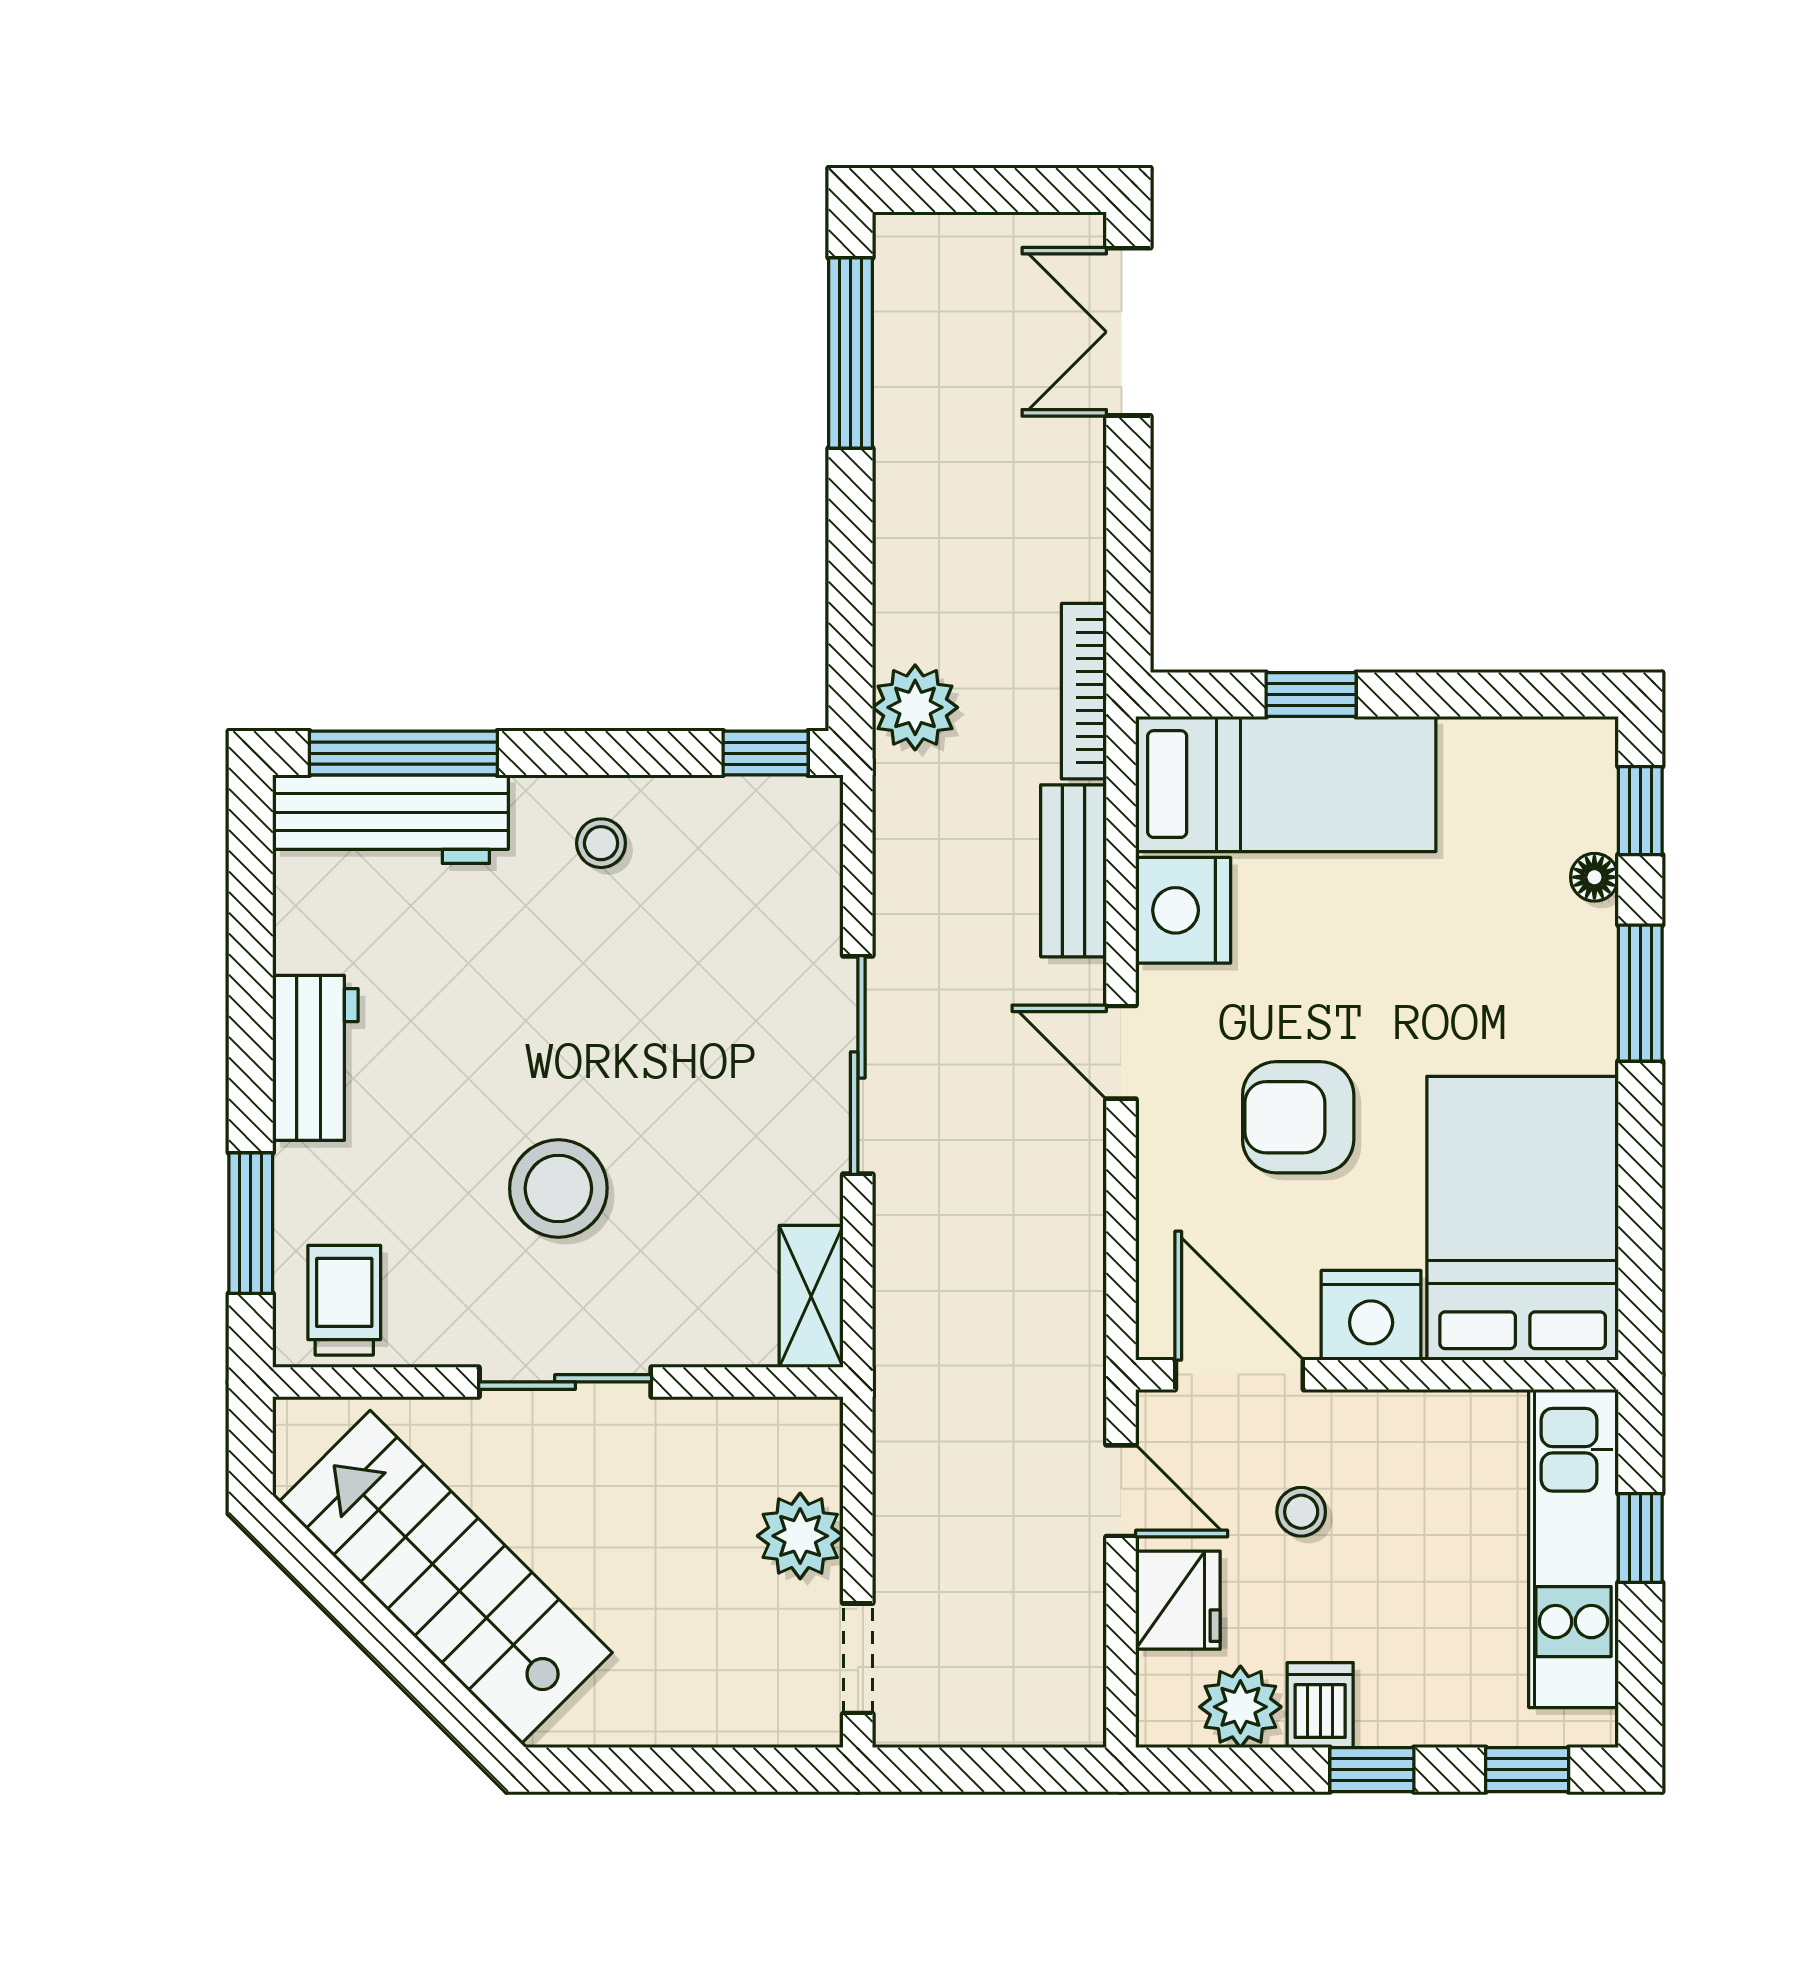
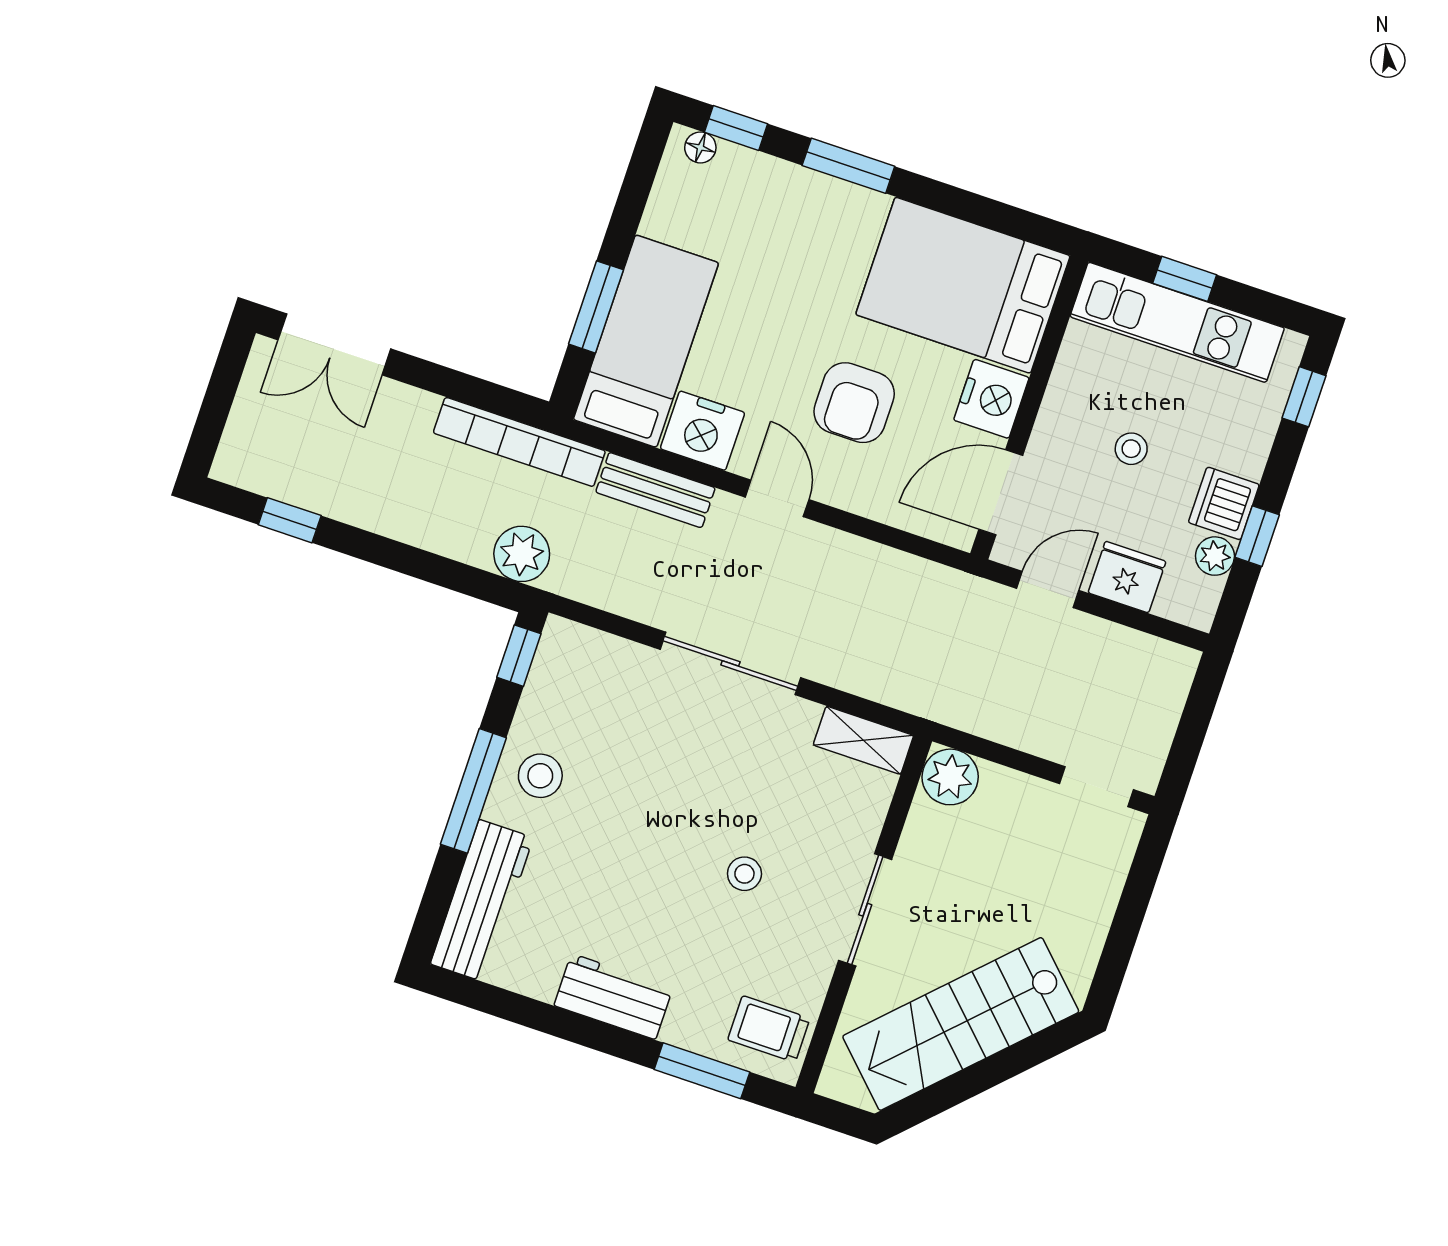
window: (850, 353) -> (290, 520), width x0.46
bookcase: (1084, 691) -> (519, 442), width x1.48, depth x1.31
window: (1311, 695) -> (596, 307), width x1.50
window: (403, 753) -> (473, 791), moved
stool: (601, 843) -> (540, 776), width x1.37, depth x1.37
floor lamp: (1594, 877) -> (700, 147), moved
door: (1121, 1052) -> (777, 498), swing flipped
stool: (558, 1188) -> (744, 874), width x0.53, depth x0.53
stool: (1301, 1512) -> (1131, 449), moved
plant: (800, 1536) -> (950, 777), moved
dishwasher: (1320, 1705) -> (1224, 503), width x1.38
plant: (1240, 1707) -> (1215, 556), width x0.73, depth x0.73
window: (1372, 1770) -> (1257, 536), moved

